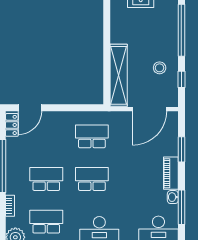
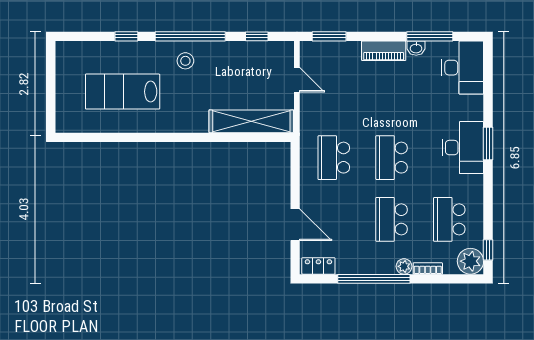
stool: (160, 68) -> (185, 61), moved
door: (30, 108) -> (295, 225), moved
door: (149, 109) -> (297, 80), width x0.53
window: (181, 149) -> (329, 36), moved
plant: (11, 188) -> (404, 266), added

